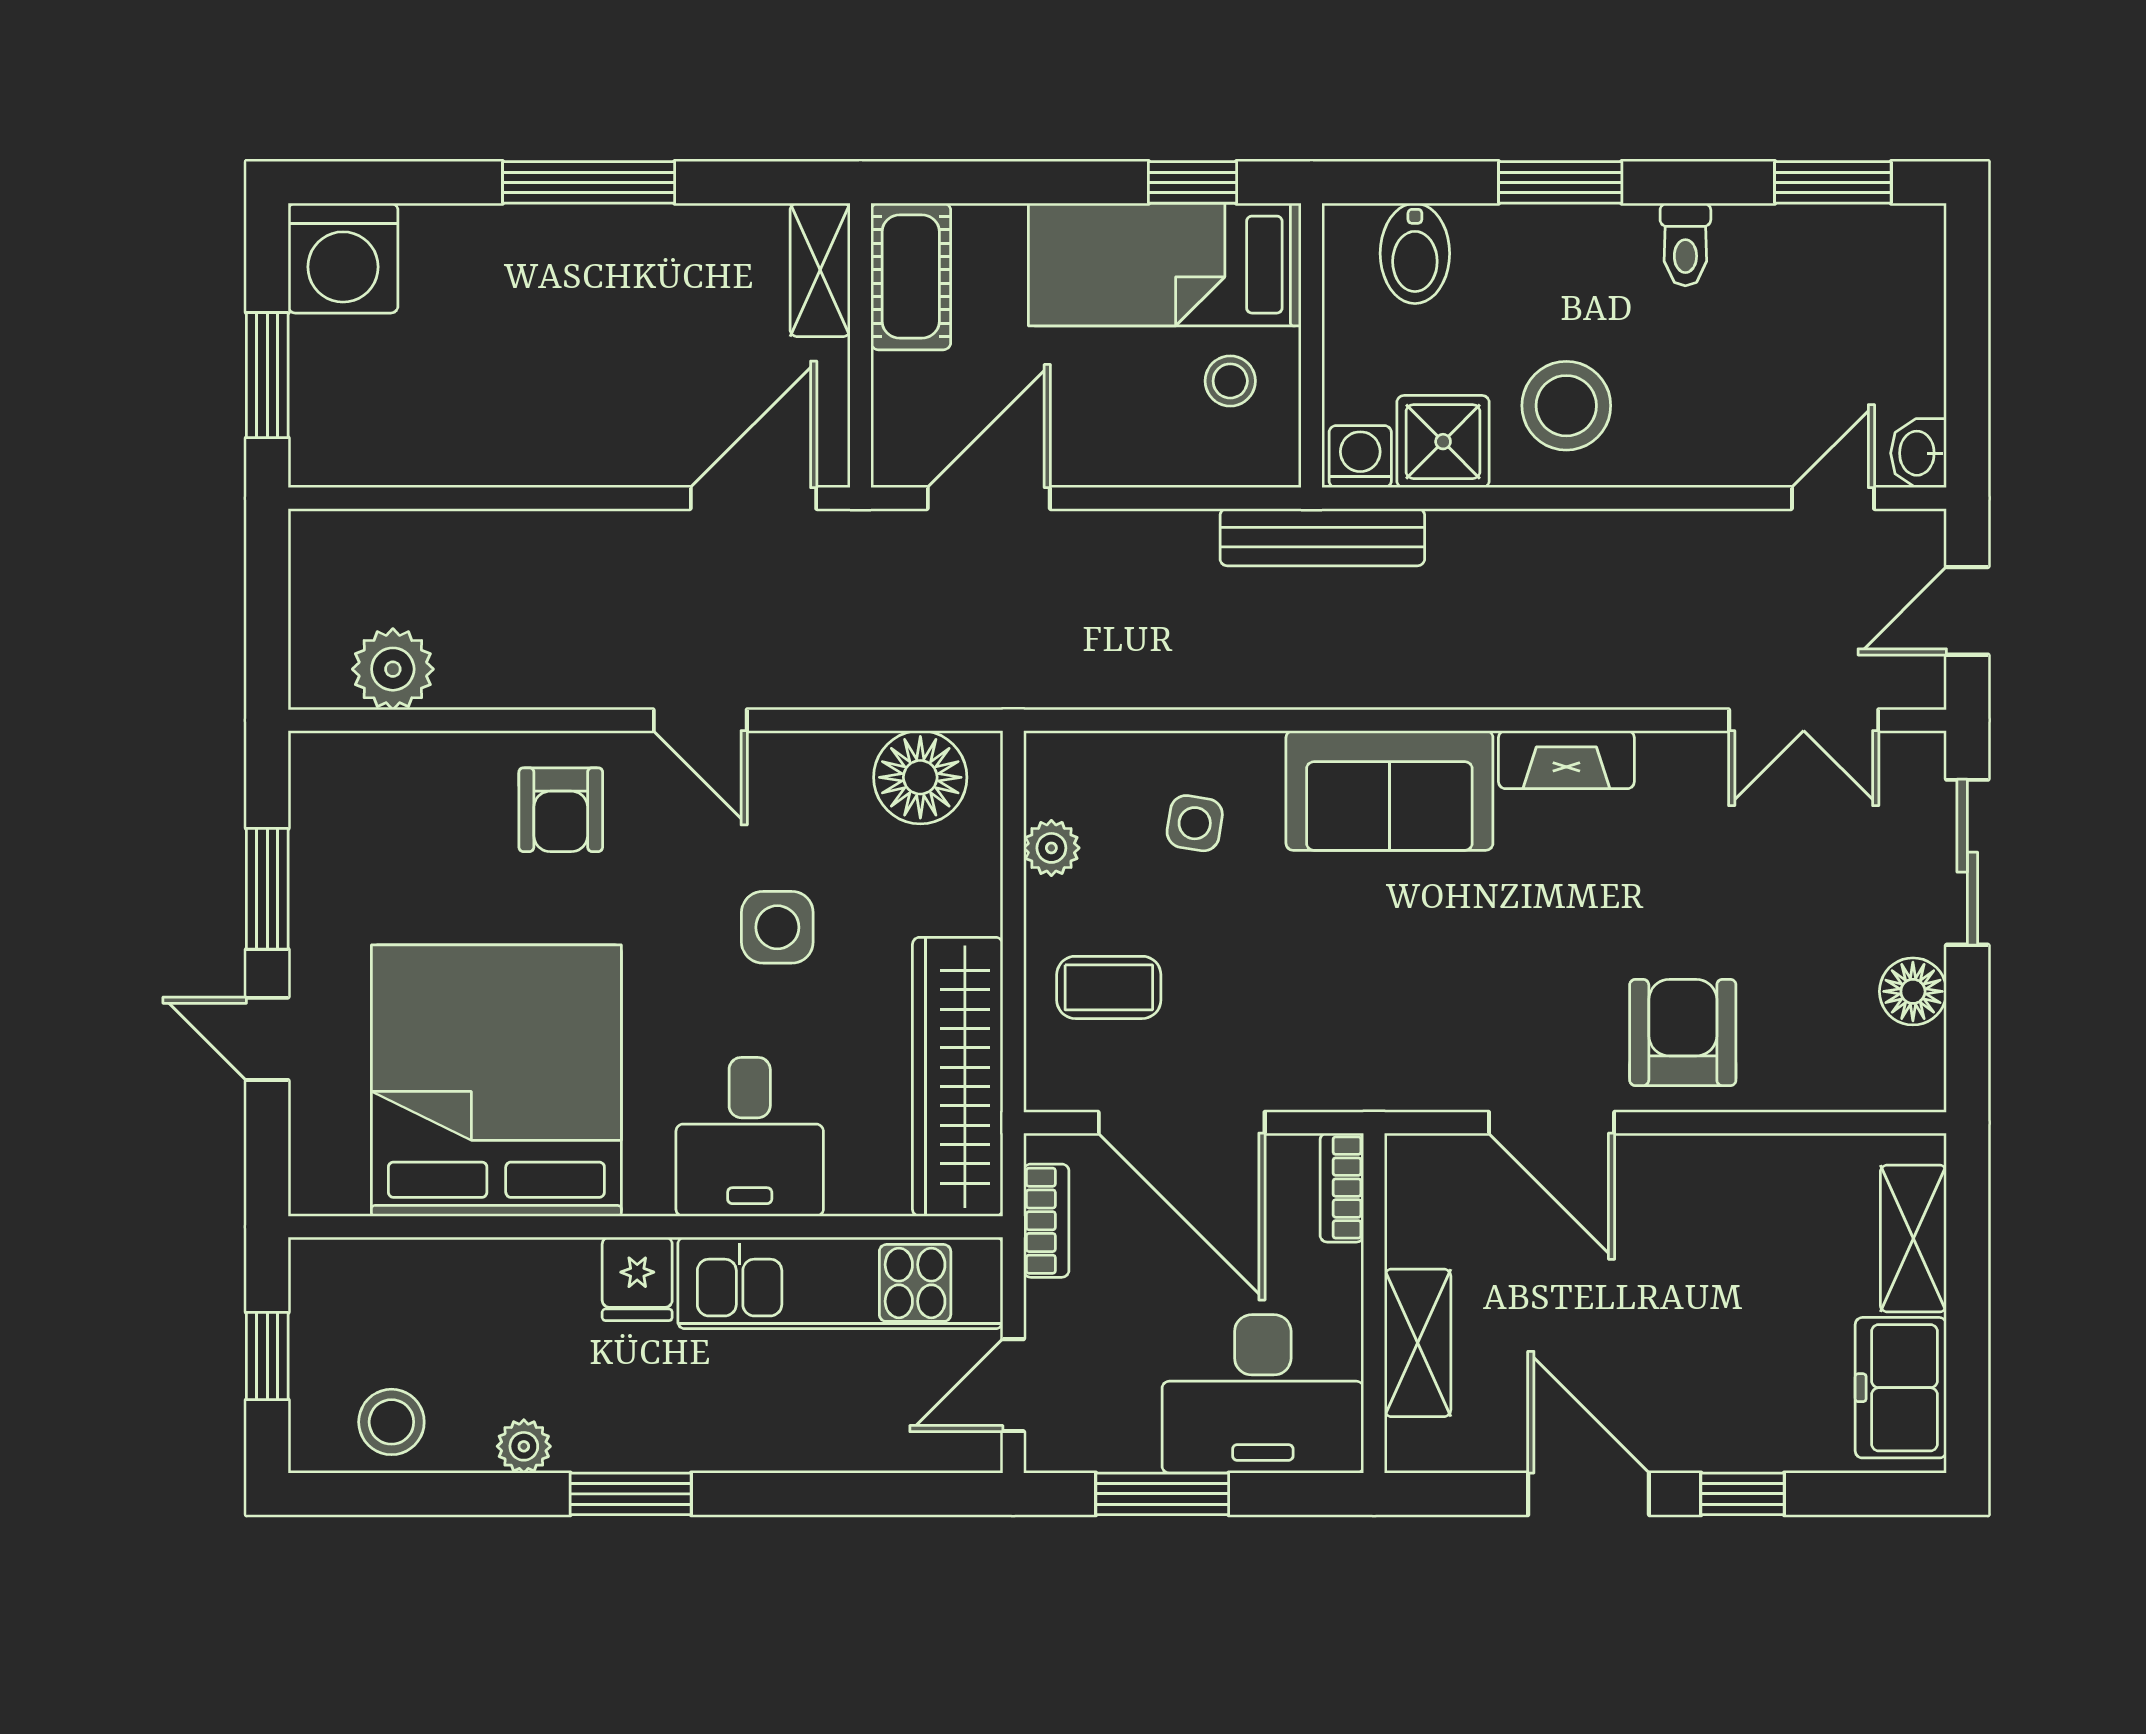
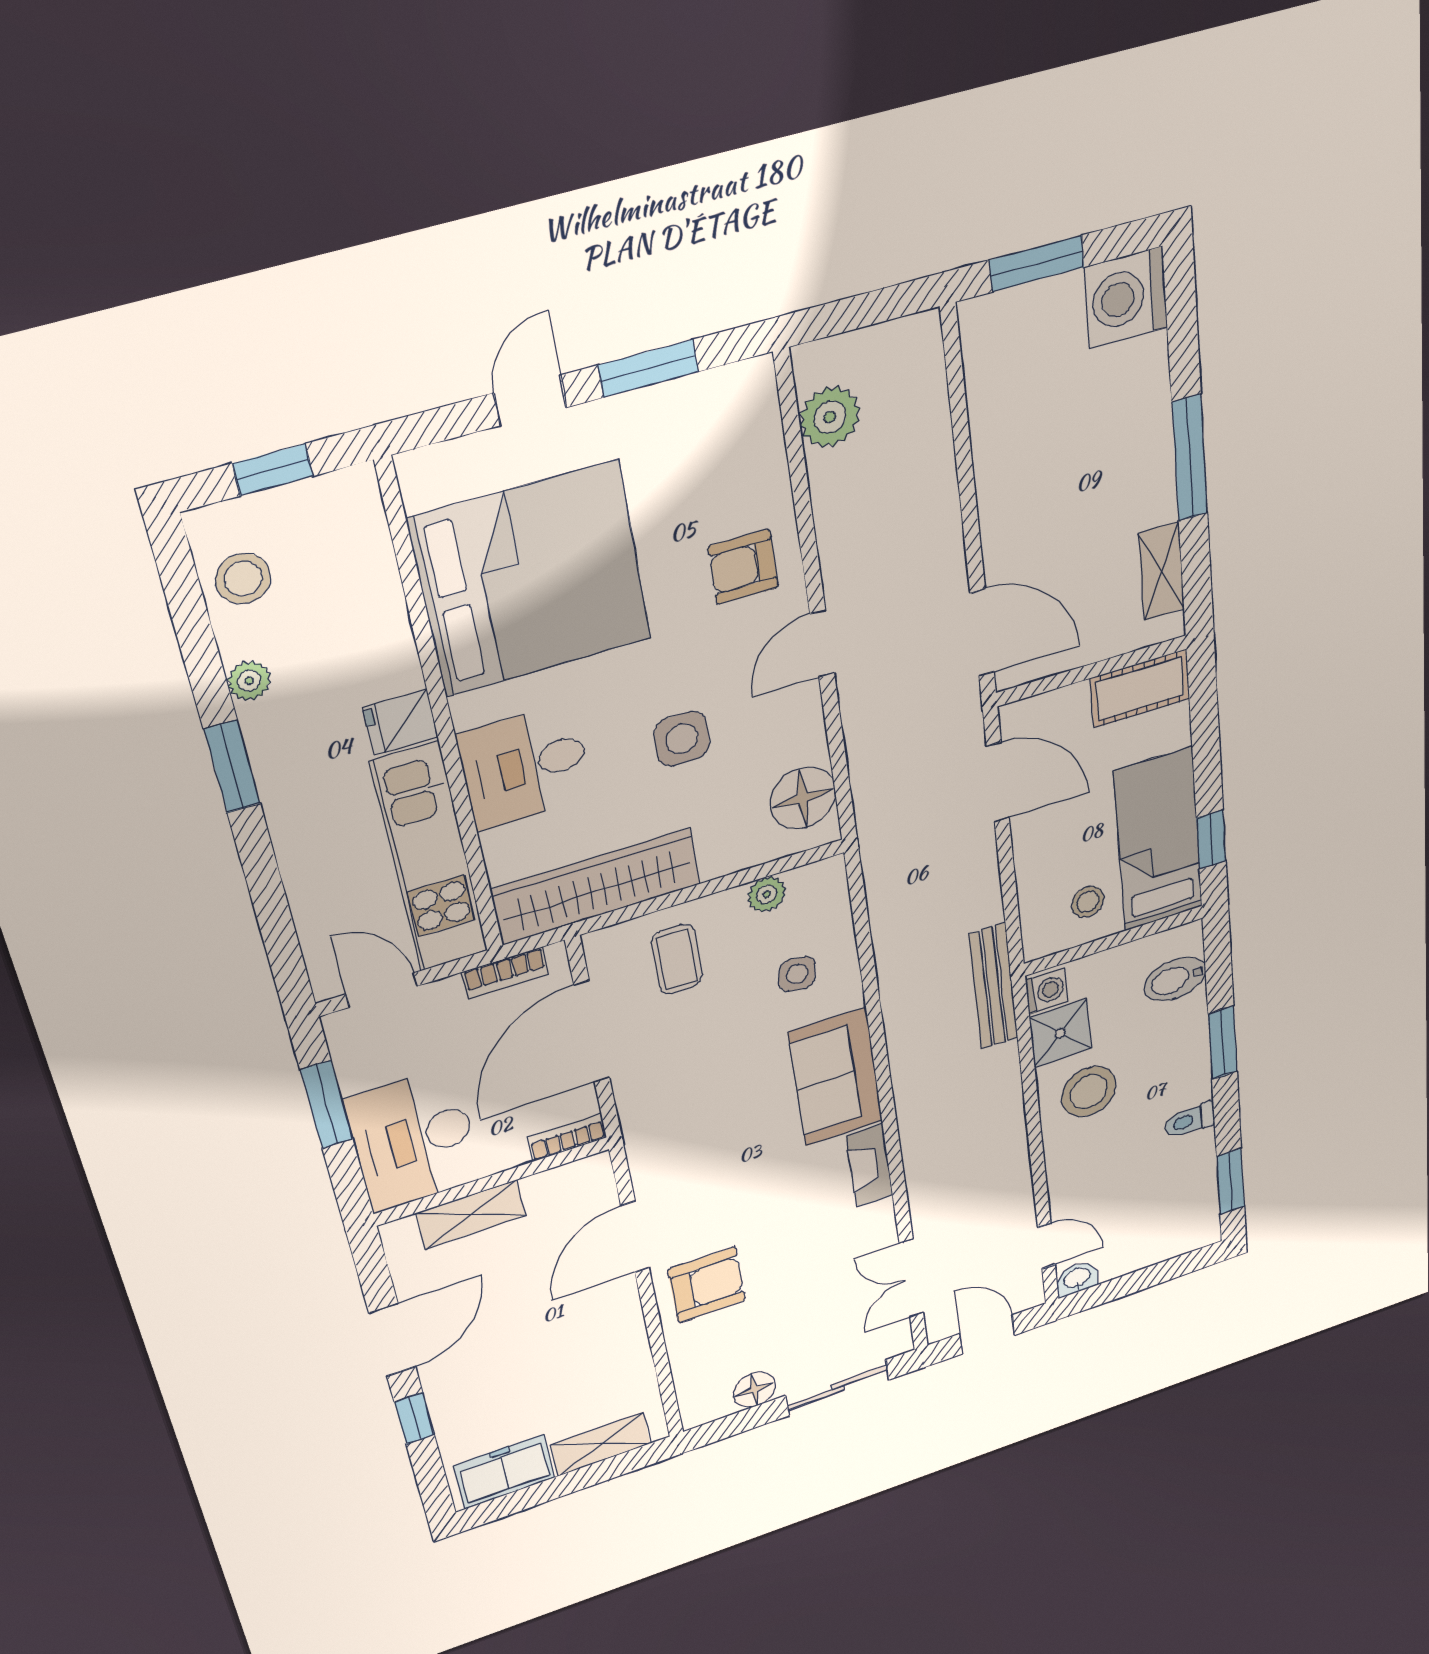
shelving: (820, 270) -> (1162, 571), moved, turned 90

